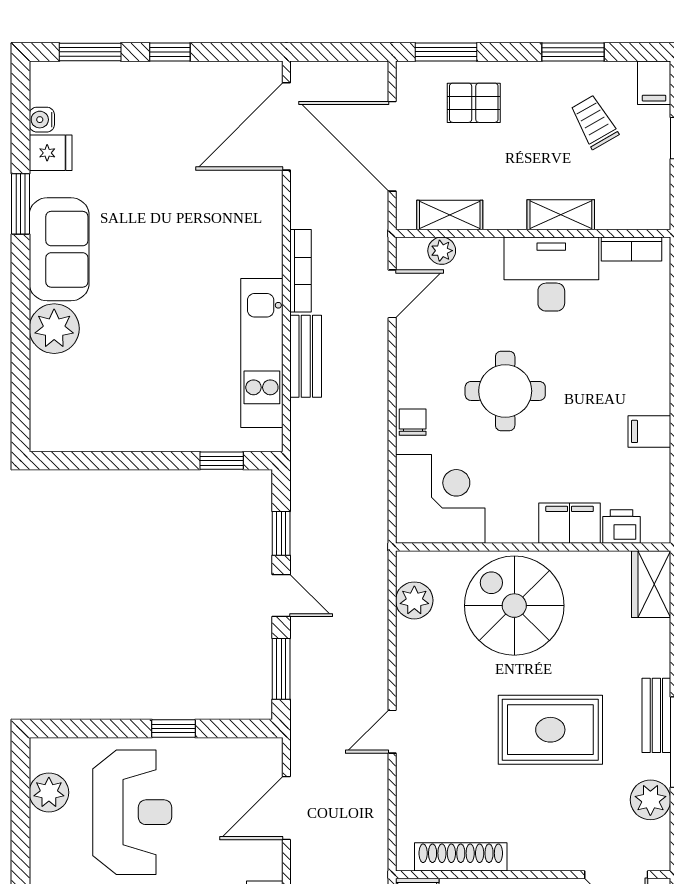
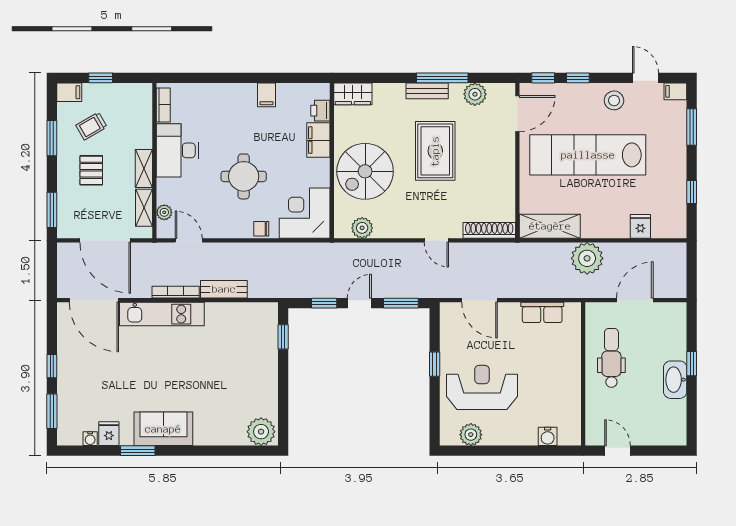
pallet: (474, 103) -> (91, 170), moved
door: (392, 146) -> (105, 240), hinge flipped
shelving: (561, 215) -> (144, 169), moved
plant: (54, 329) -> (261, 432), moved
kitchen unit: (262, 353) -> (162, 314), moved
shoe rack: (461, 857) -> (489, 230), moved, turned 90

